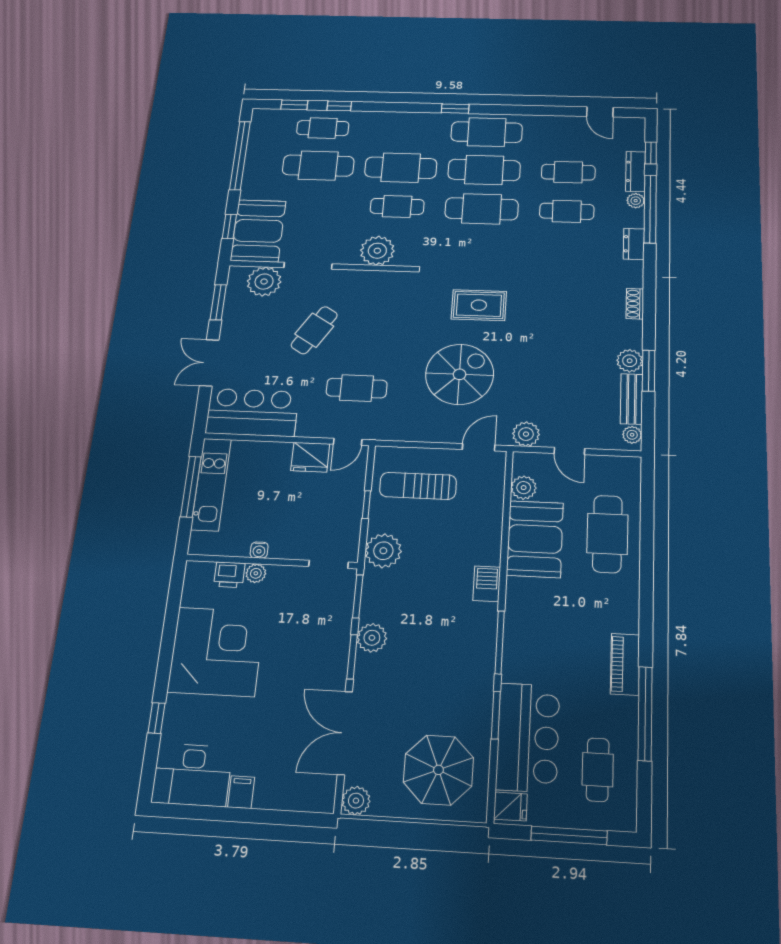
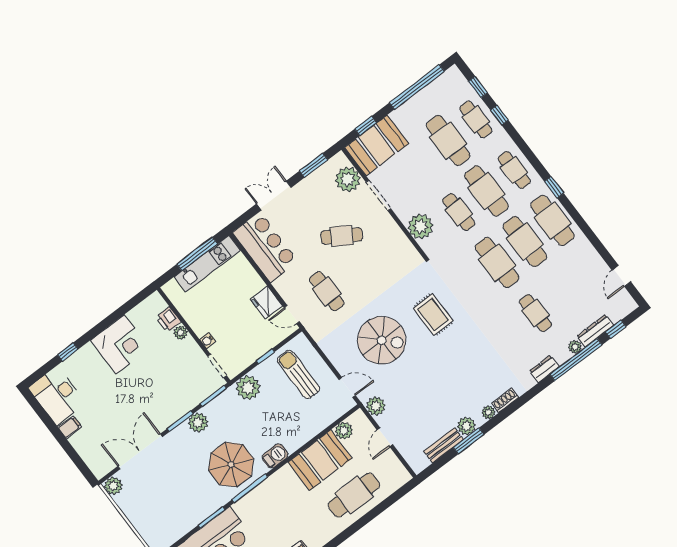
cafe table: (568, 172) -> (514, 170), moved
plant: (632, 435) -> (488, 412), moved
water cooler: (259, 550) -> (208, 341), moved
corner desk: (216, 652) -> (120, 344), width x0.74, depth x0.74
parasol: (438, 770) -> (231, 465), moved

